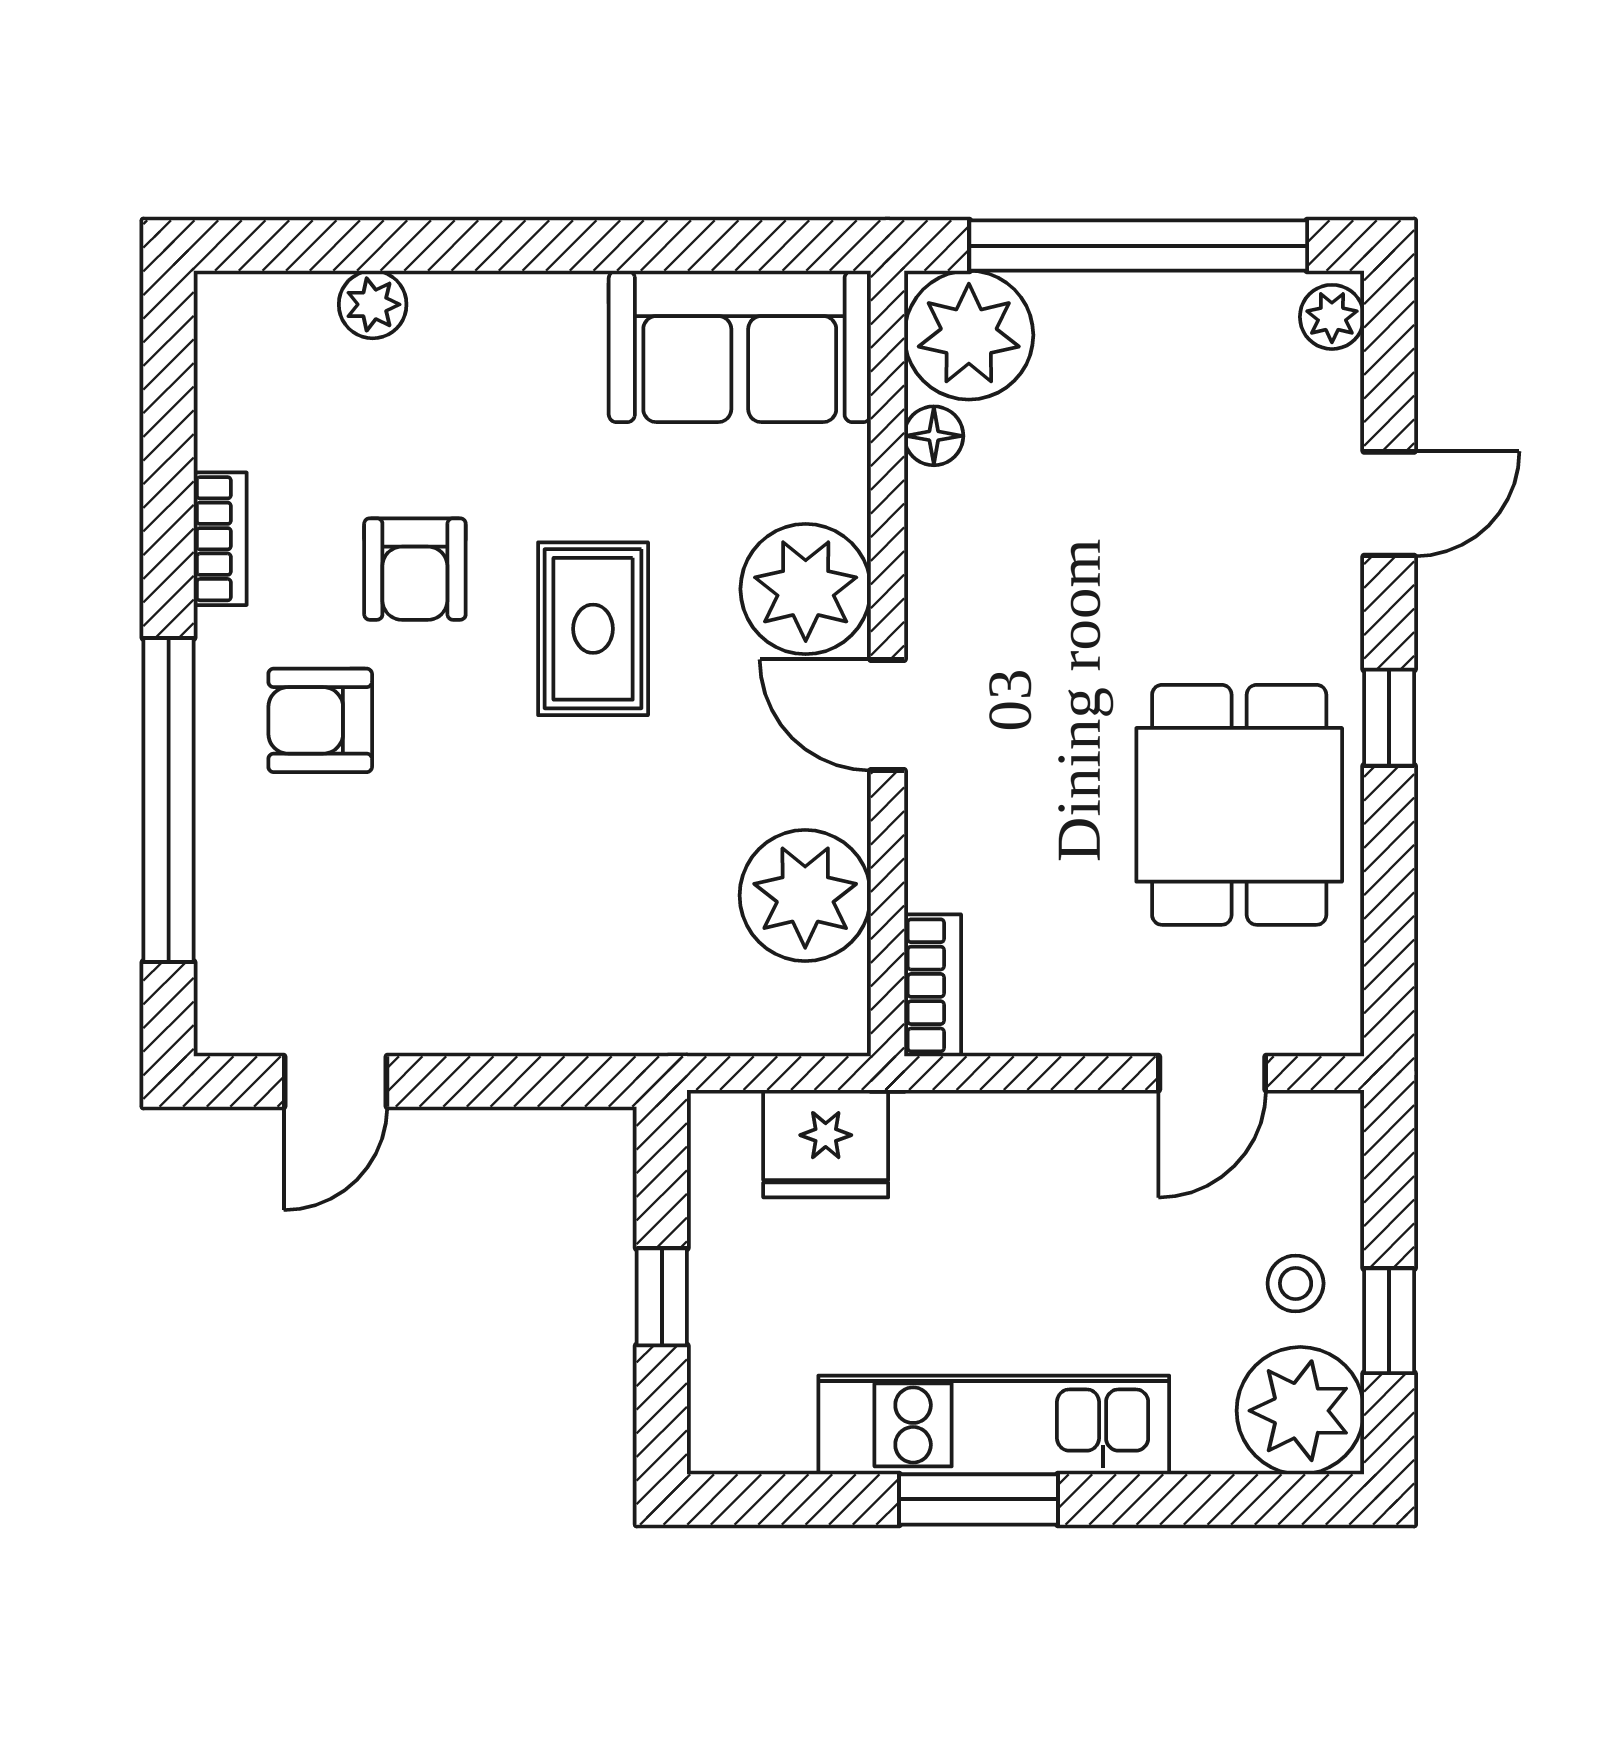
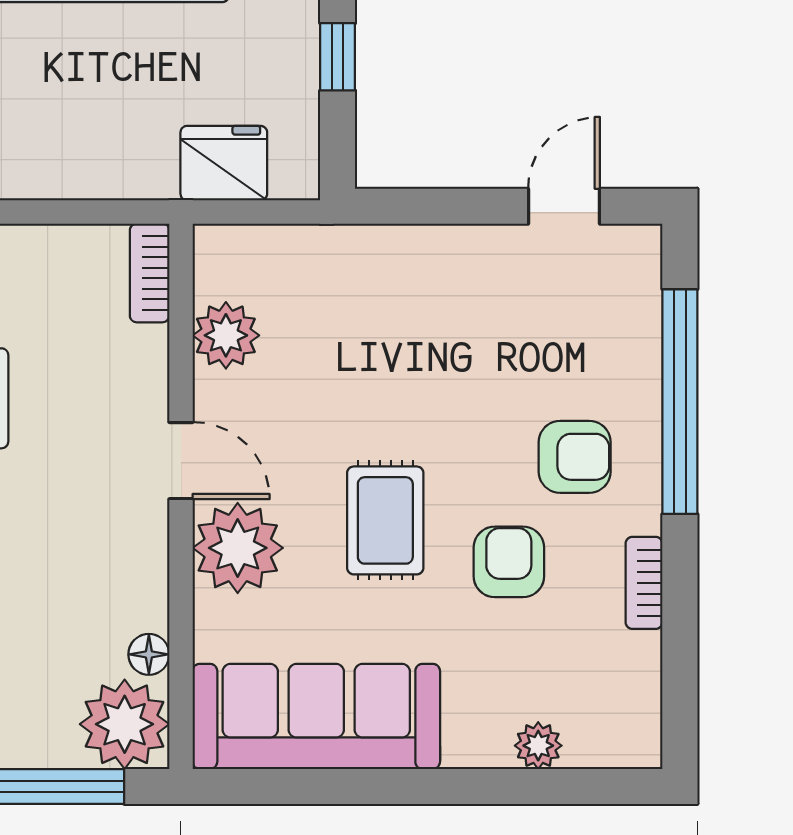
sofa: (740, 346) -> (316, 716), width x1.36
plant: (805, 895) -> (226, 335), width x0.73, depth x0.73

